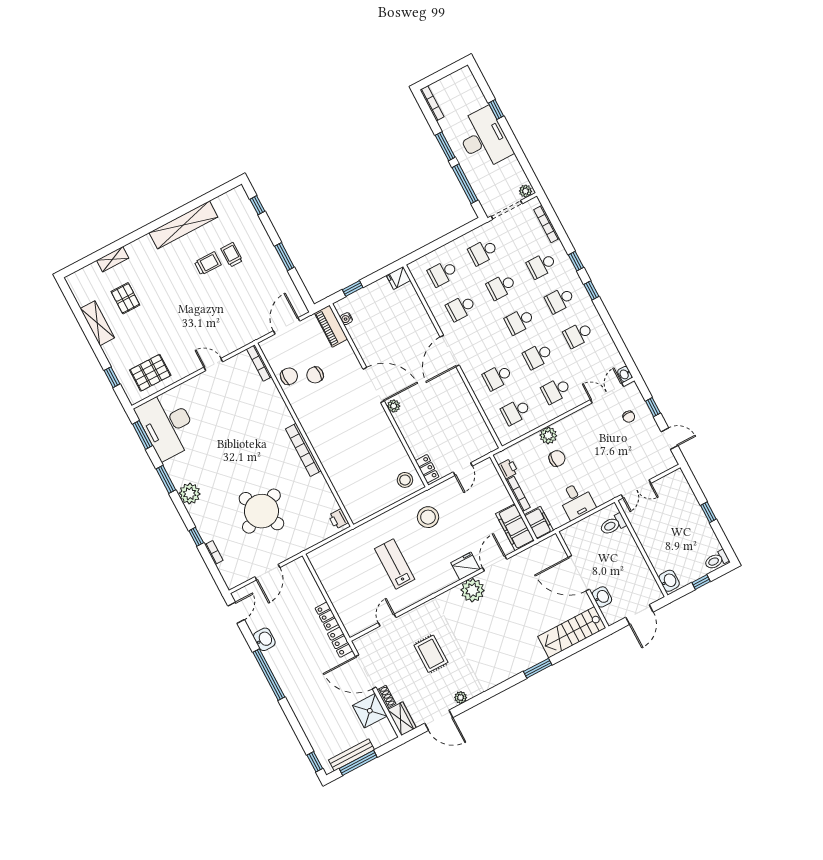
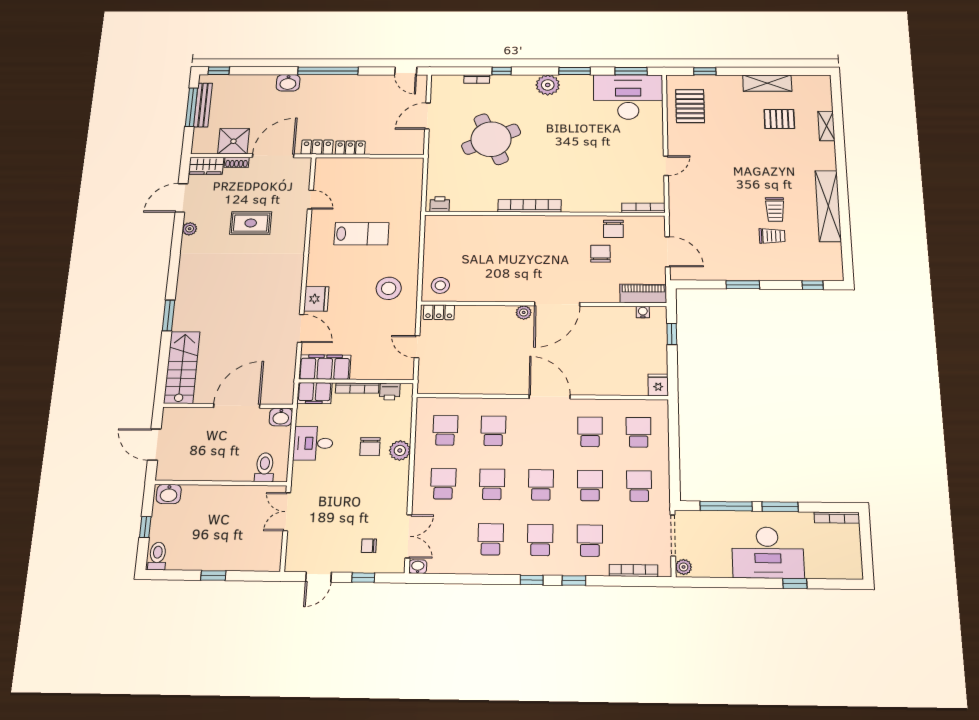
door: (267, 572) -> (428, 116), hinge flipped
plant: (473, 590) -> (288, 293), removed
washbasin: (602, 597) -> (281, 417), moved
washbasin: (264, 639) -> (288, 83), moved

